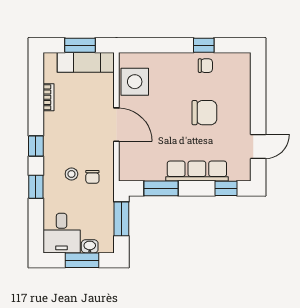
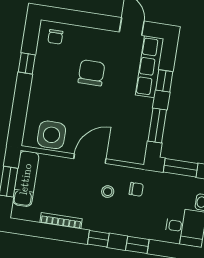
chair: (205, 66) -> (55, 37), moved, turned 180
bookcase: (48, 97) -> (61, 221), width x1.56
row of seats: (197, 171) -> (150, 67), moved
stool: (71, 174) -> (108, 192), moved
window: (226, 188) -> (164, 81), moved

